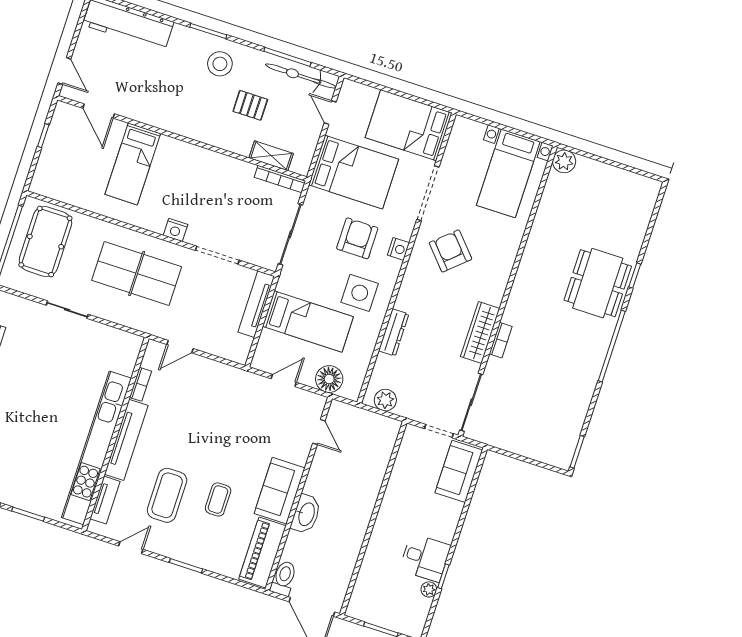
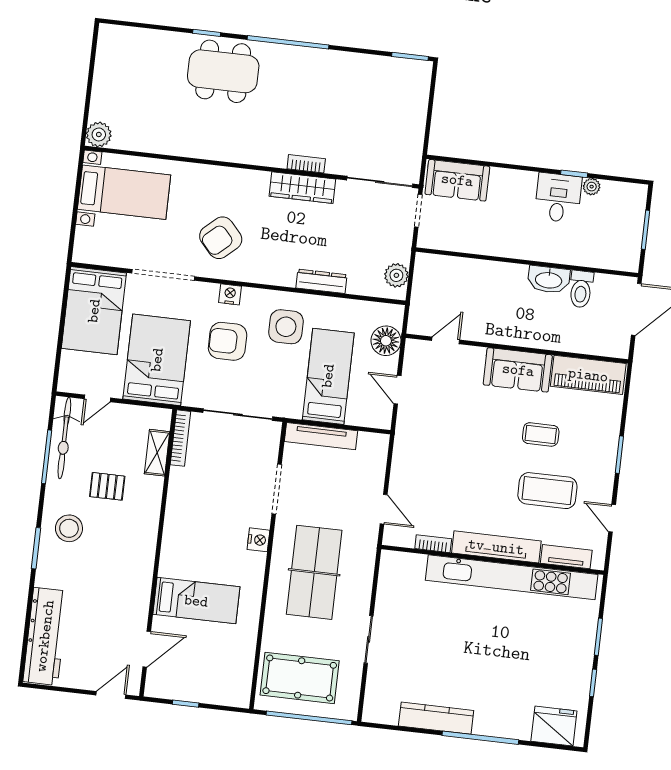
pallet: (250, 105) -> (107, 486), turned 90
washbasin: (306, 514) -> (549, 280), moved, turned 180
toilet: (284, 578) -> (581, 289), moved, turned -90

